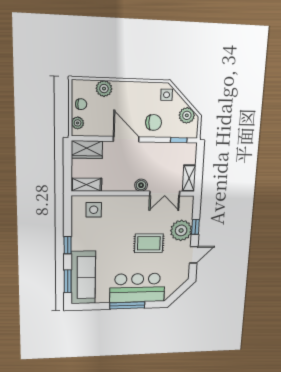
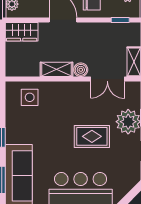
shelving: (86, 185) -> (57, 69), moved

